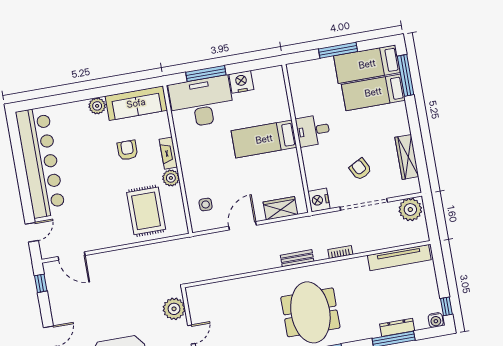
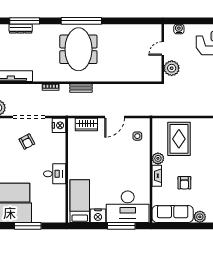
bed: (264, 139) -> (80, 201), moved, turned -90

